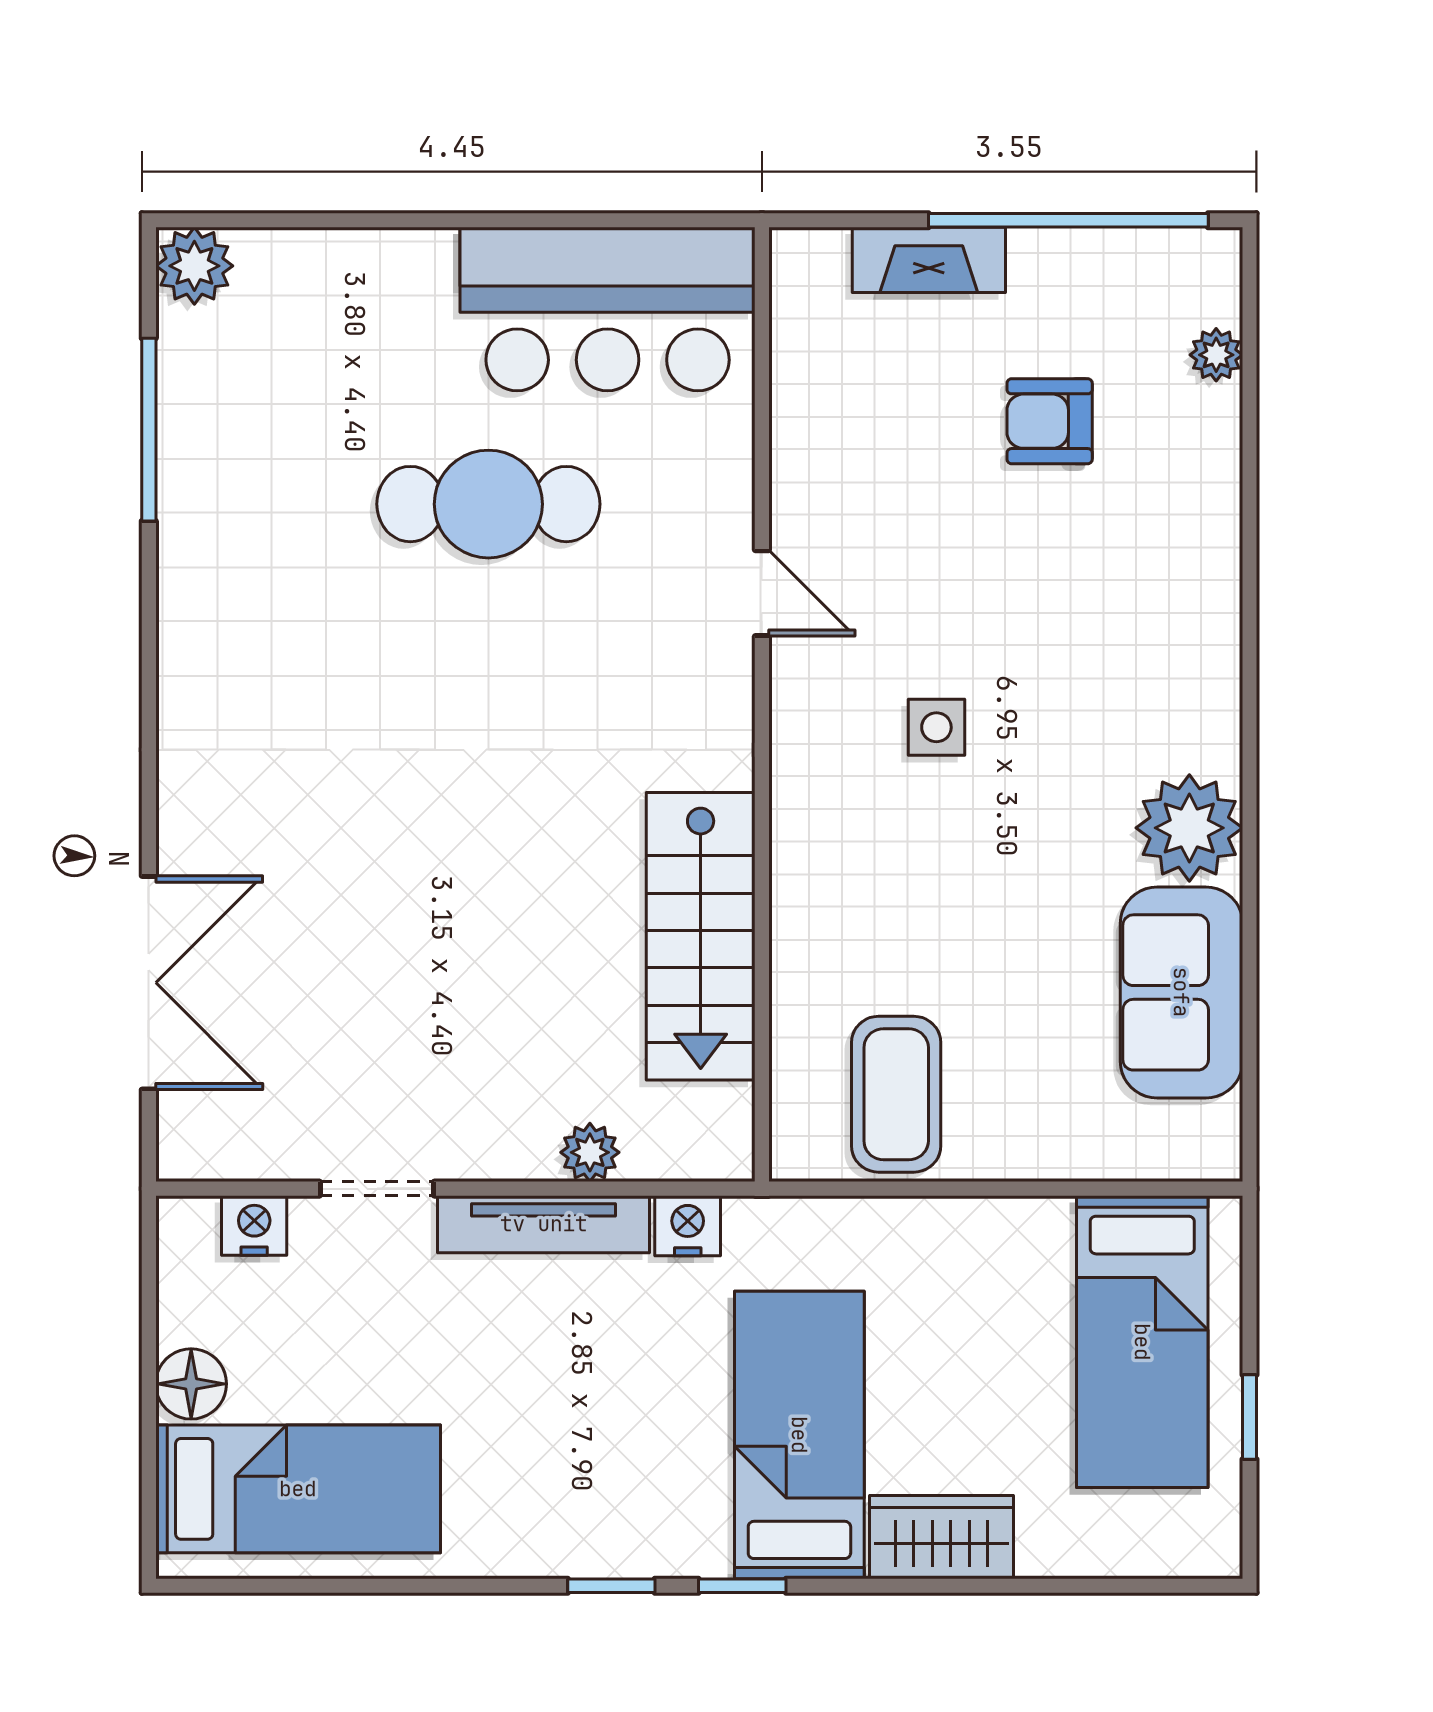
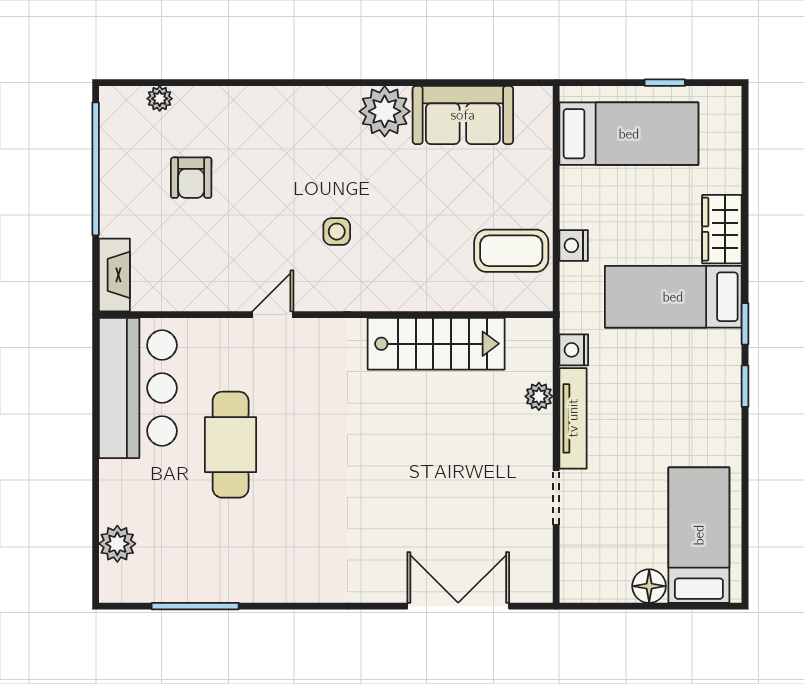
fireplace: (929, 260) -> (114, 275), moved
plant: (194, 266) -> (117, 544), moved
nightstand: (254, 1225) -> (574, 245), moved

